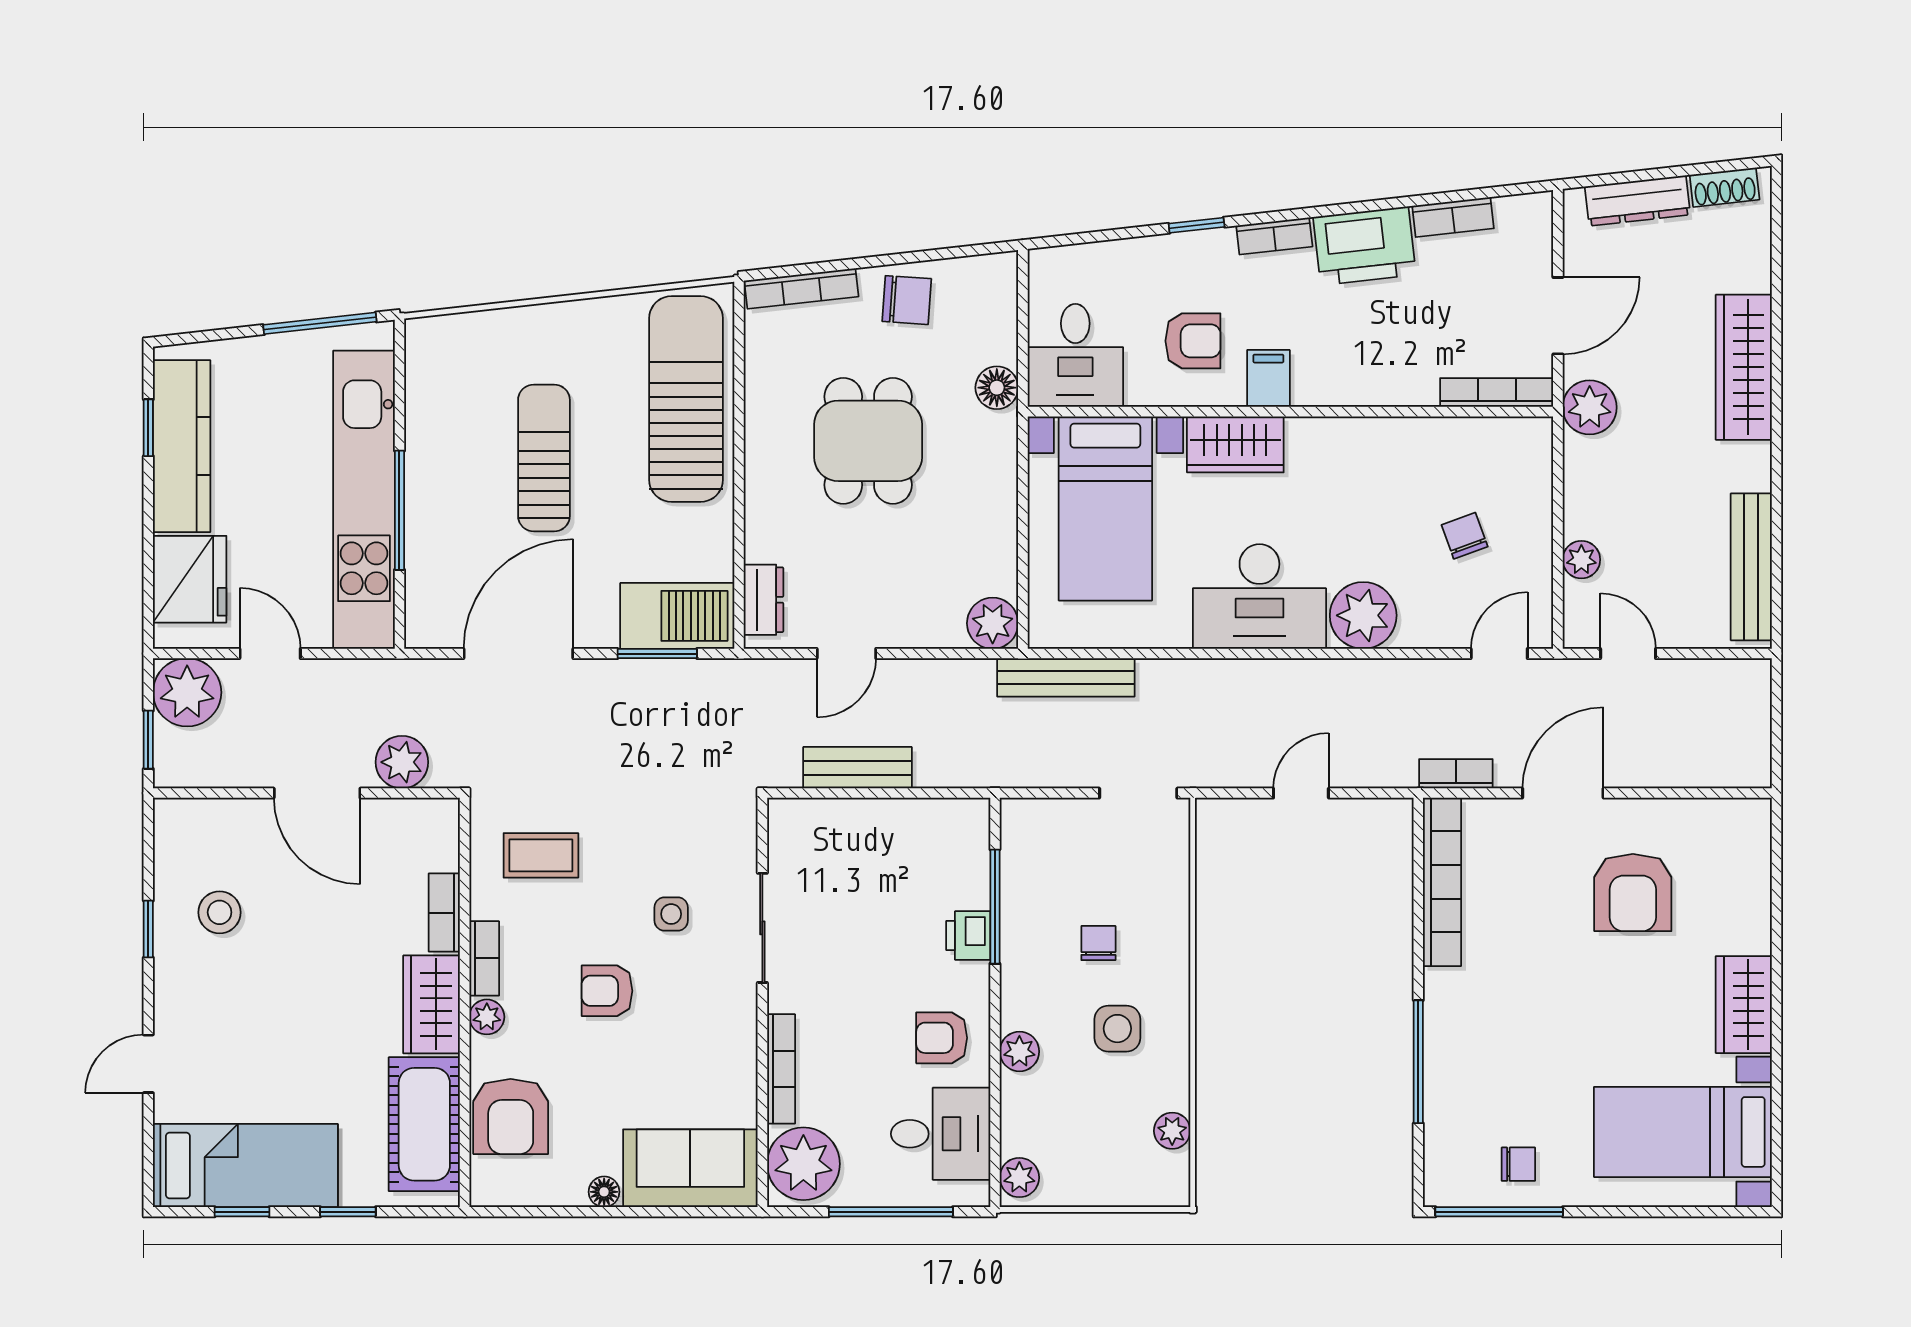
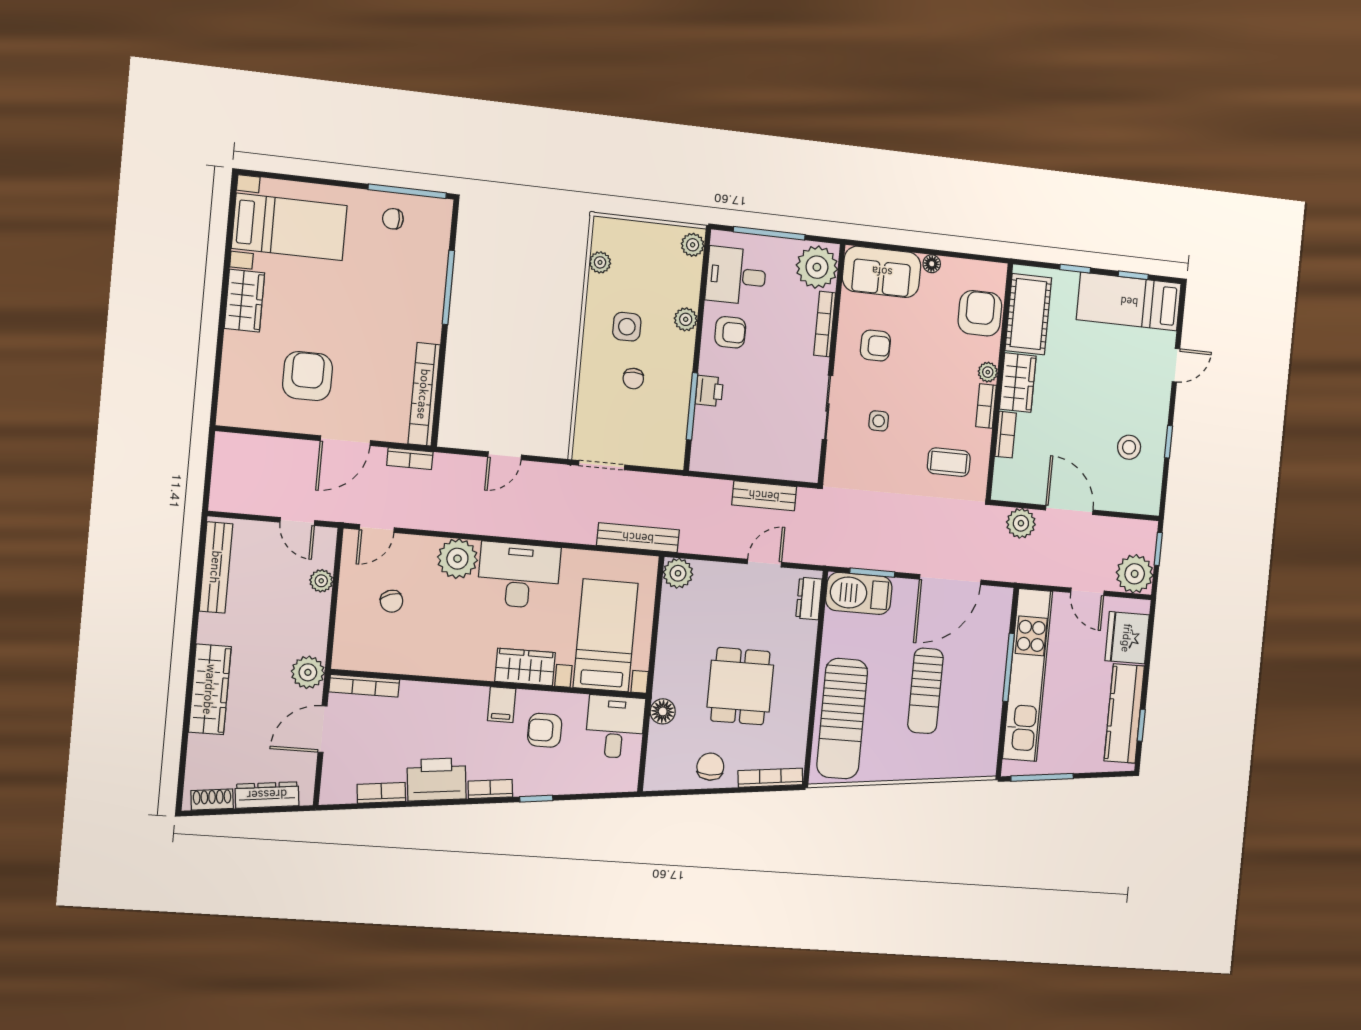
chair: (907, 300) -> (710, 767), turned 86
armchair: (607, 991) -> (875, 346), moved

